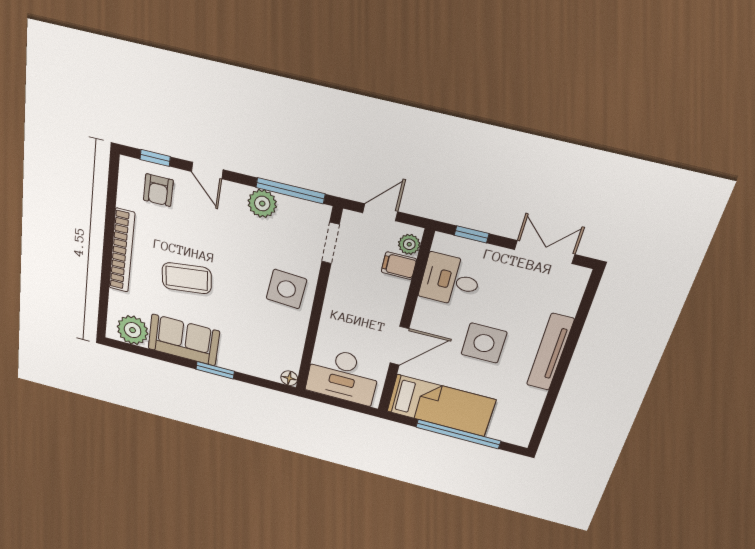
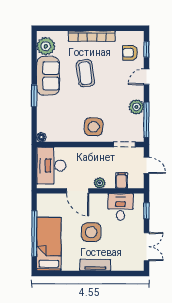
plant: (409, 244) -> (100, 183), moved
tv unit: (550, 352) -> (95, 265), width x0.71
bed: (441, 406) -> (49, 244), moved, turned 180

